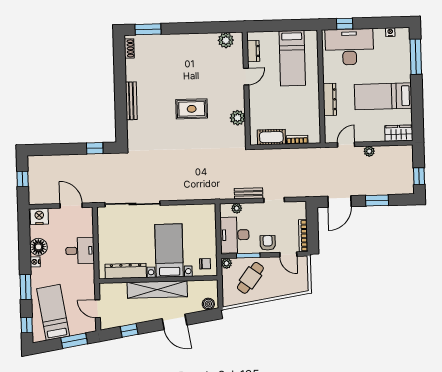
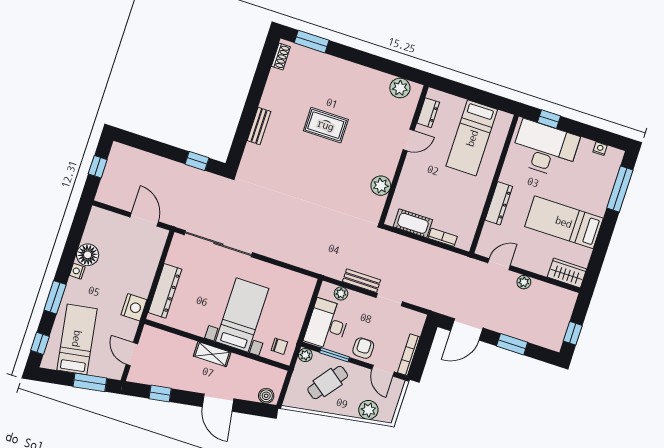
bench: (131, 101) -> (259, 126), width x0.73
rug: (192, 109) -> (326, 125), moved
nightstand: (39, 216) -> (134, 307), moved, turned 90
desk: (80, 251) -> (136, 277), removed
dresser: (126, 271) -> (165, 291), moved, turned 90
plant: (288, 287) -> (368, 410), added
shelving: (157, 289) -> (212, 354), width x0.45, depth x0.75

